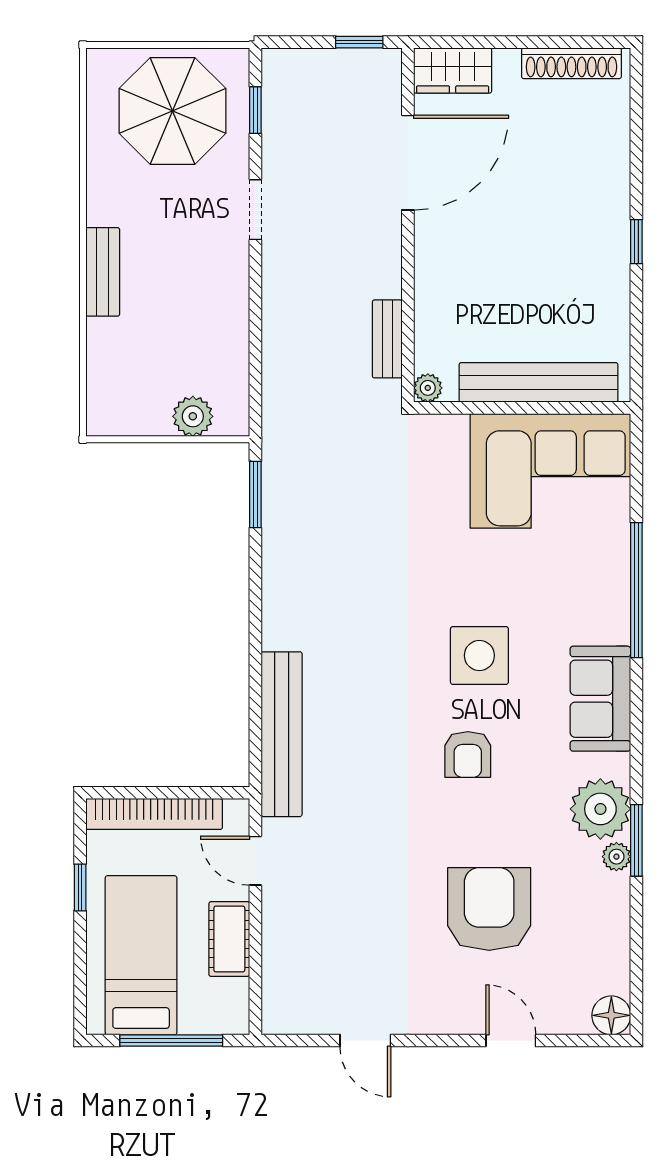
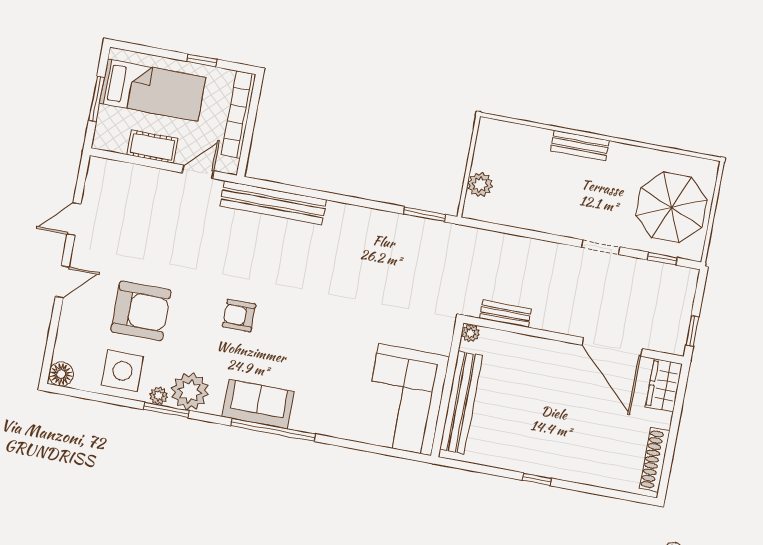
window: (636, 590) -> (273, 430), moved
side table: (479, 655) -> (122, 371), moved
window: (171, 1040) -> (96, 99), width x0.69
door: (511, 1040) -> (62, 282), moved

